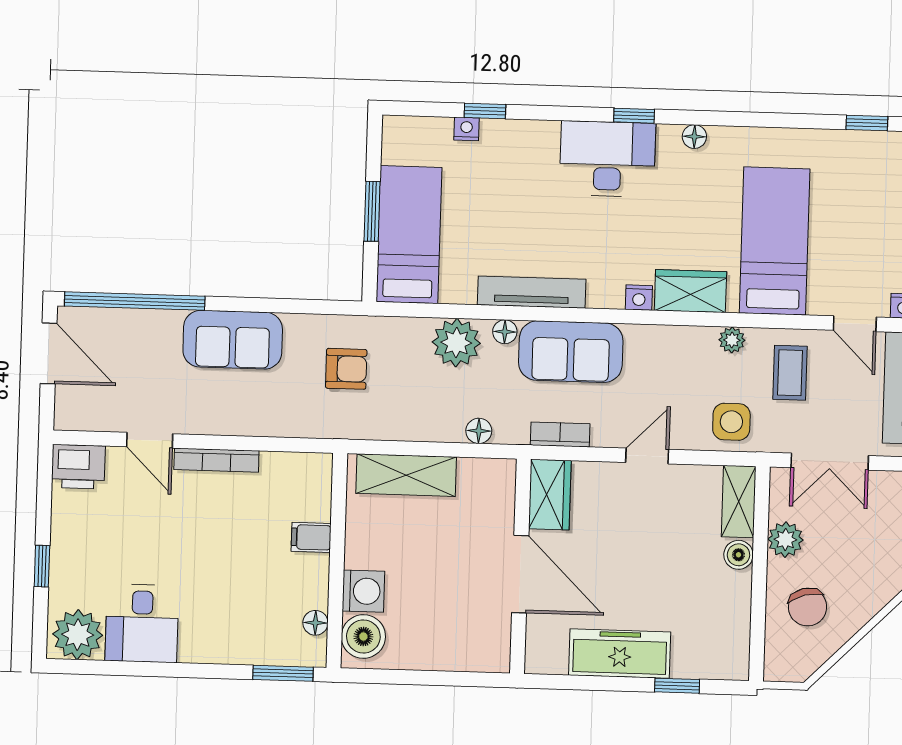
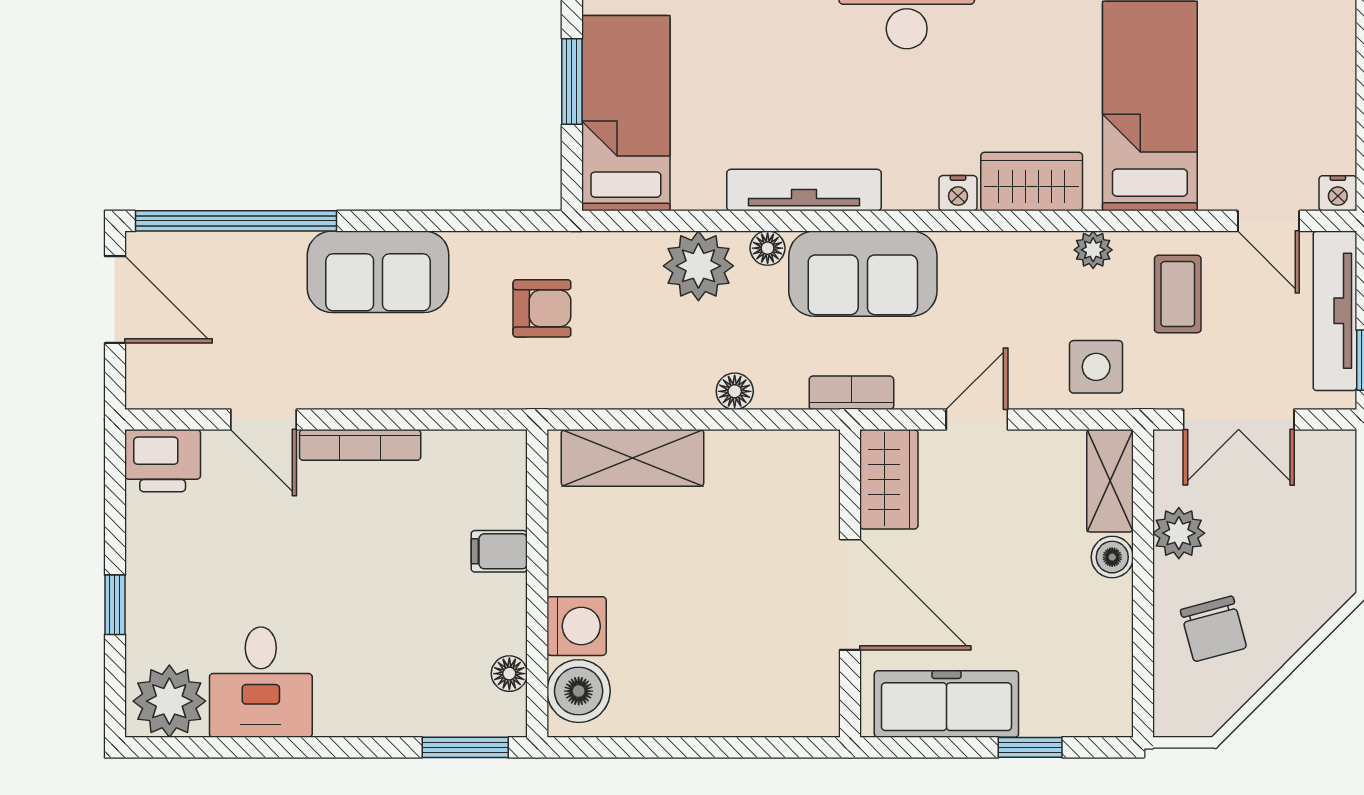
wardrobe: (550, 495) -> (889, 479), moved
wall: (520, 566) -> (850, 583), moved
door: (520, 574) -> (850, 595), moved

